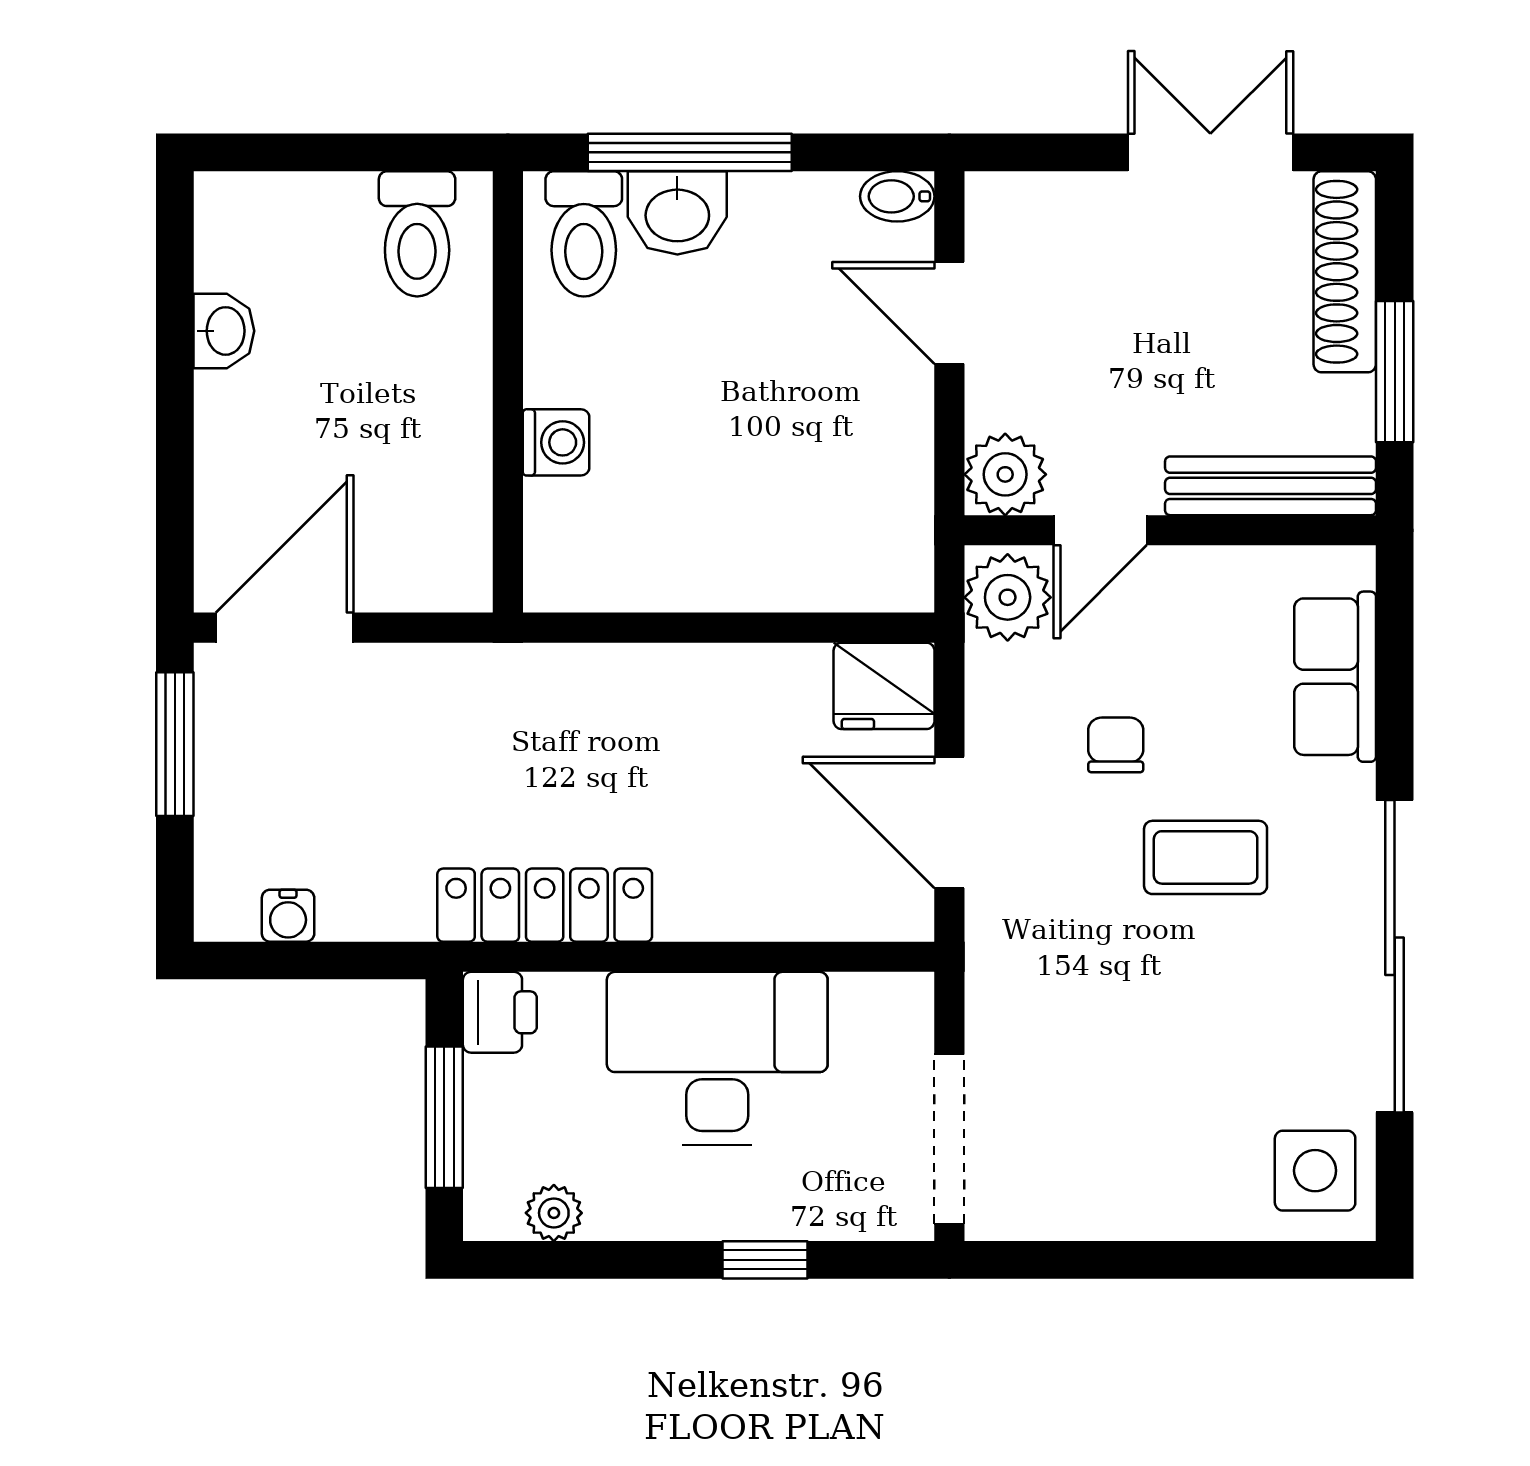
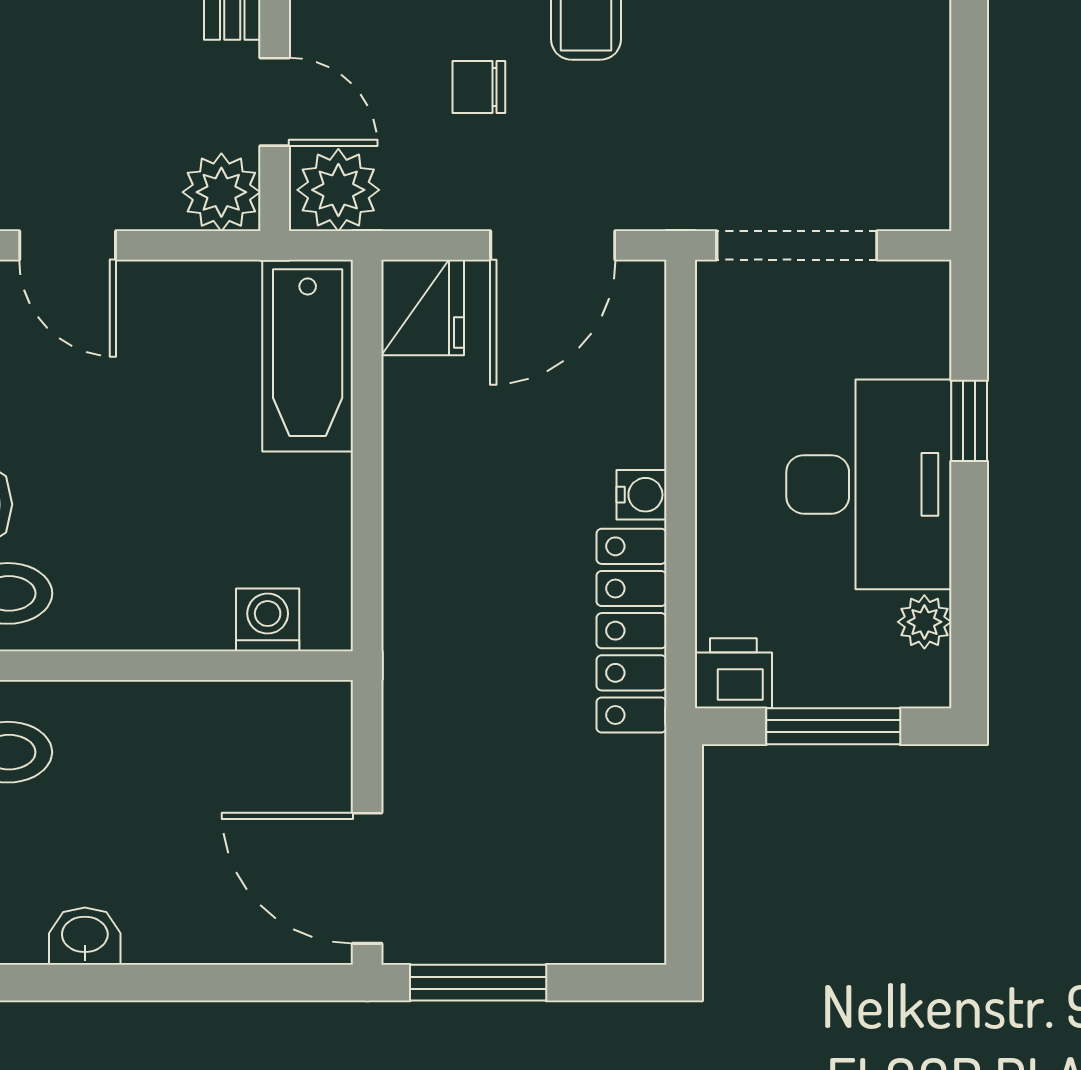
door: (949, 313) -> (68, 245), hinge flipped
washing machine: (556, 442) -> (268, 620), moved
bathtub: (834, 565) -> (308, 356), added
water cooler: (288, 916) -> (641, 495), moved
desk: (717, 1058) -> (869, 484), moved, turned 180
doorway: (949, 1139) -> (797, 245), moved

